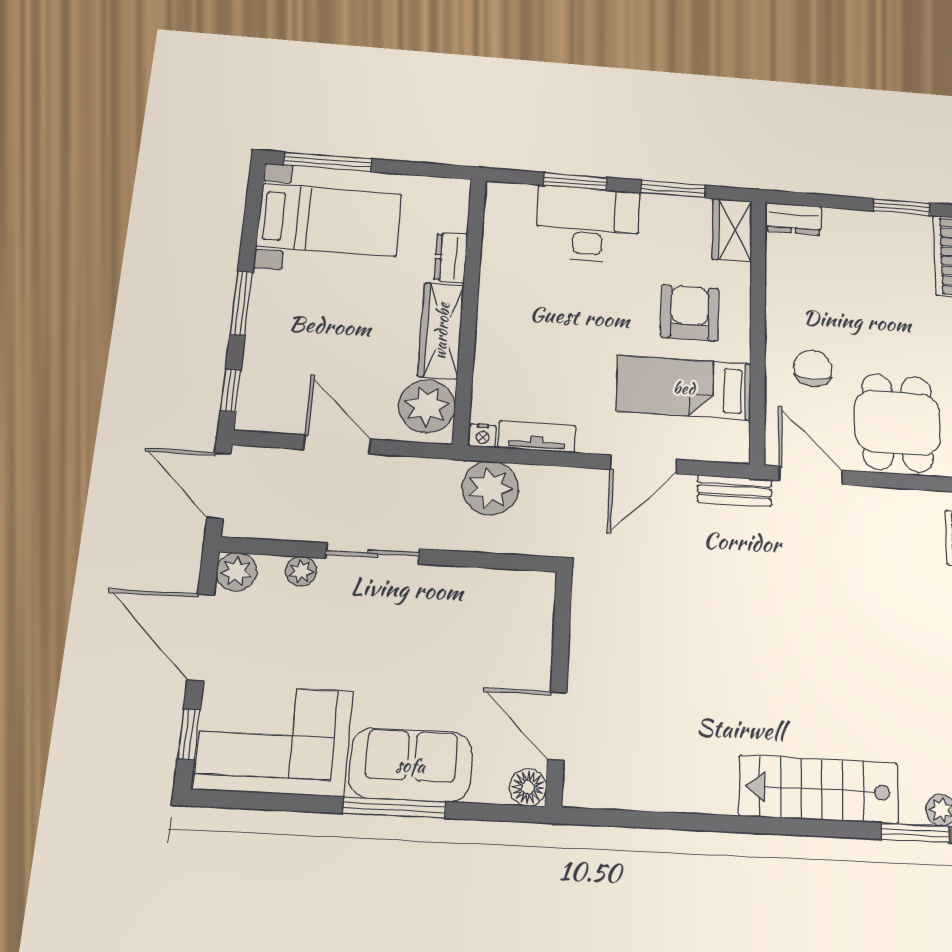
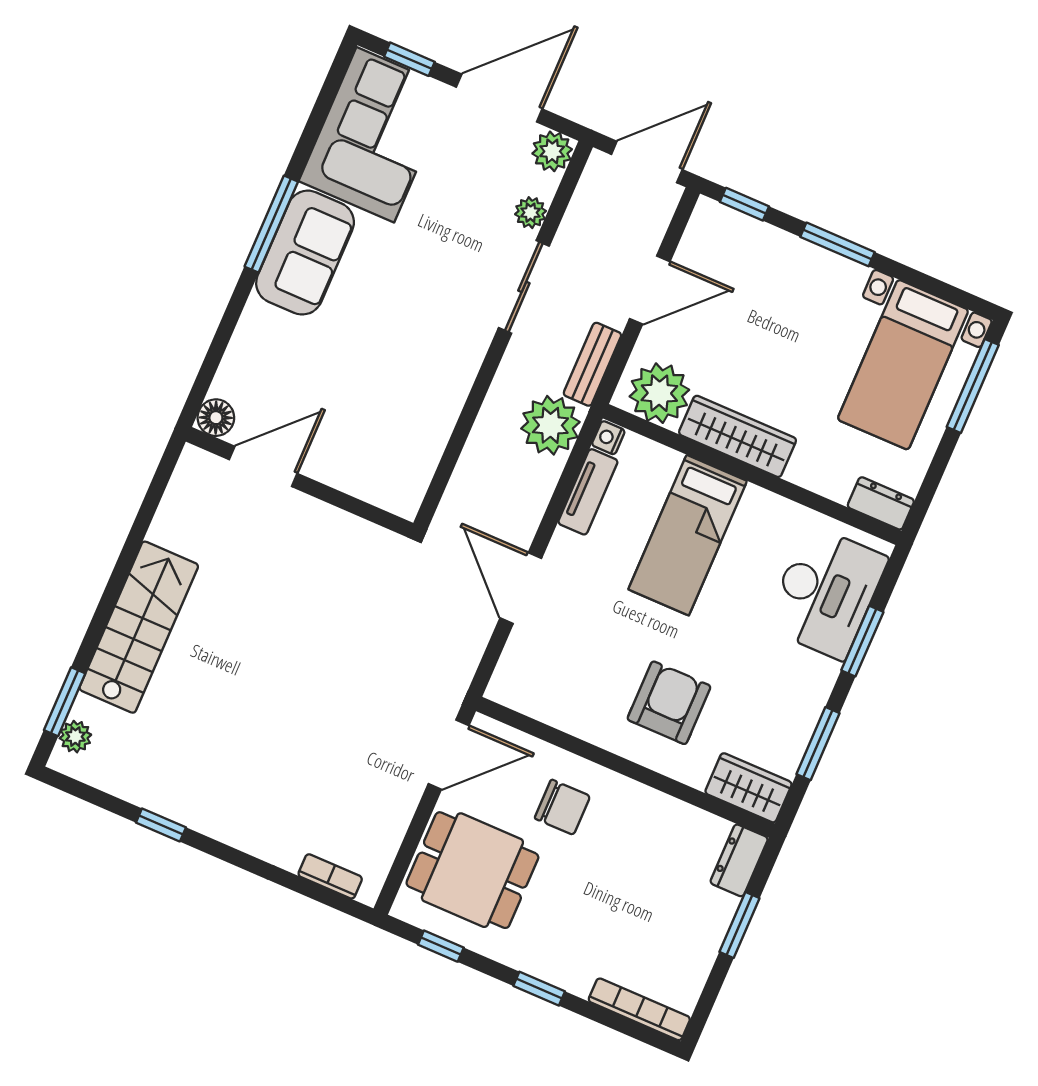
window: (902, 207) -> (739, 925), moved
desk: (588, 224) -> (826, 592), moved
dresser: (451, 258) -> (881, 503), moved
armchair: (690, 313) -> (669, 703), turned -90
bed: (684, 388) -> (688, 535), moved, turned 180
bench: (735, 491) -> (592, 364), moved
wall: (559, 687) -> (299, 482), moved
door: (557, 726) -> (263, 466), moved
floor lamp: (528, 787) -> (216, 418), moved

